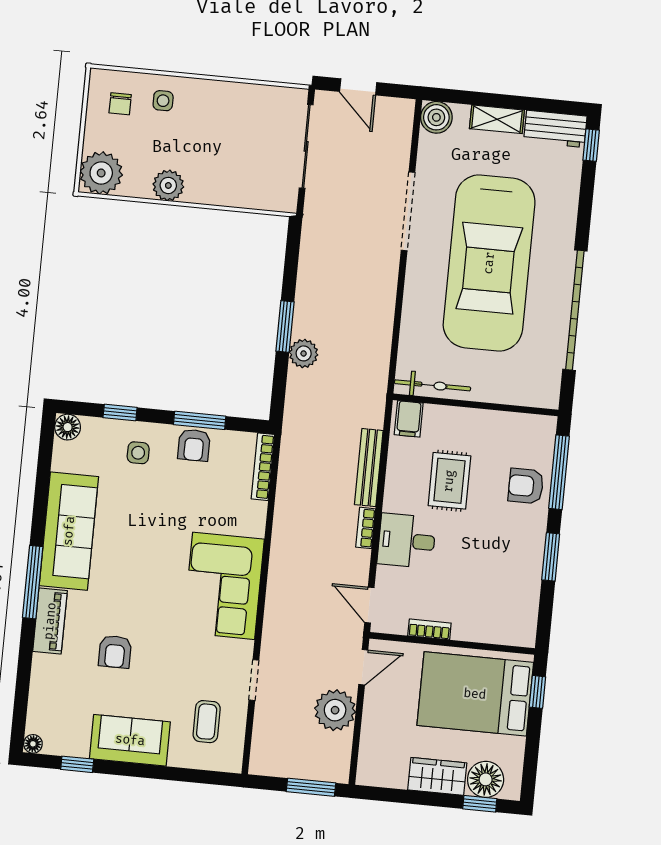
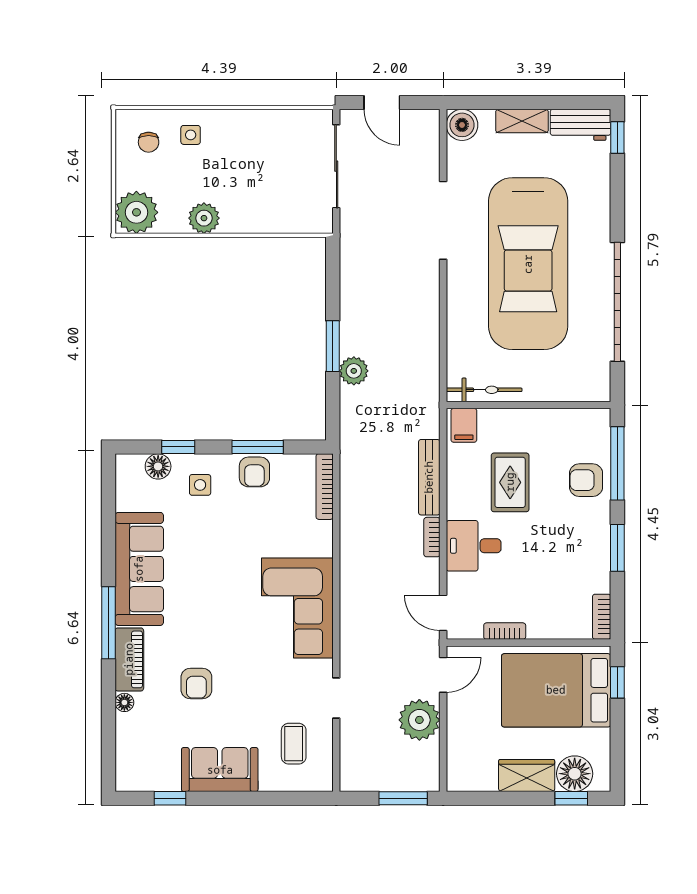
floor lamp: (68, 427) -> (158, 466), moved
bookcase: (528, 625) -> (602, 617), added
floor lamp: (33, 744) -> (124, 702), moved

